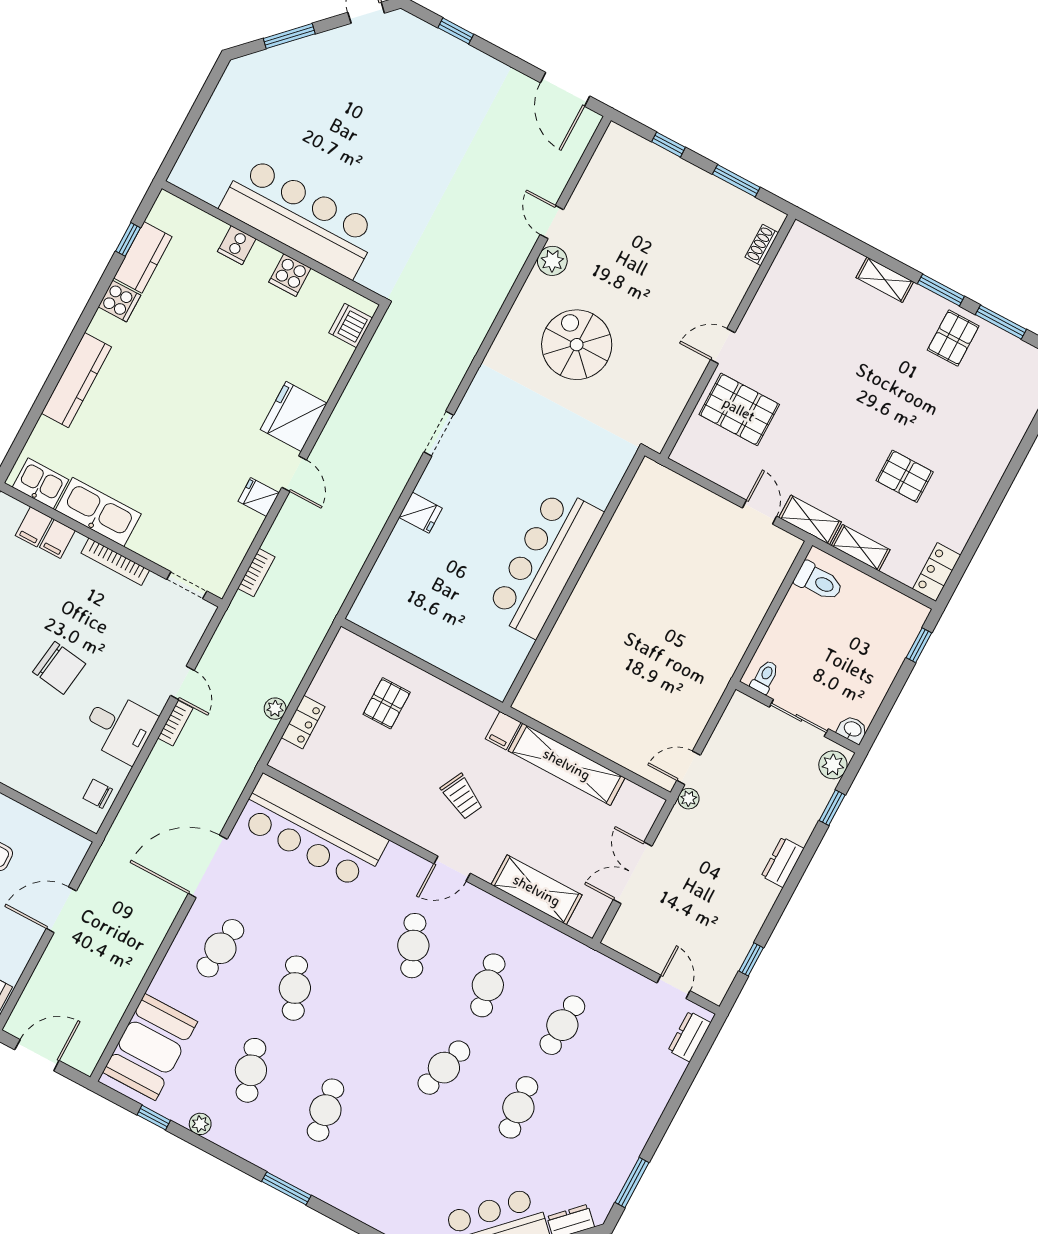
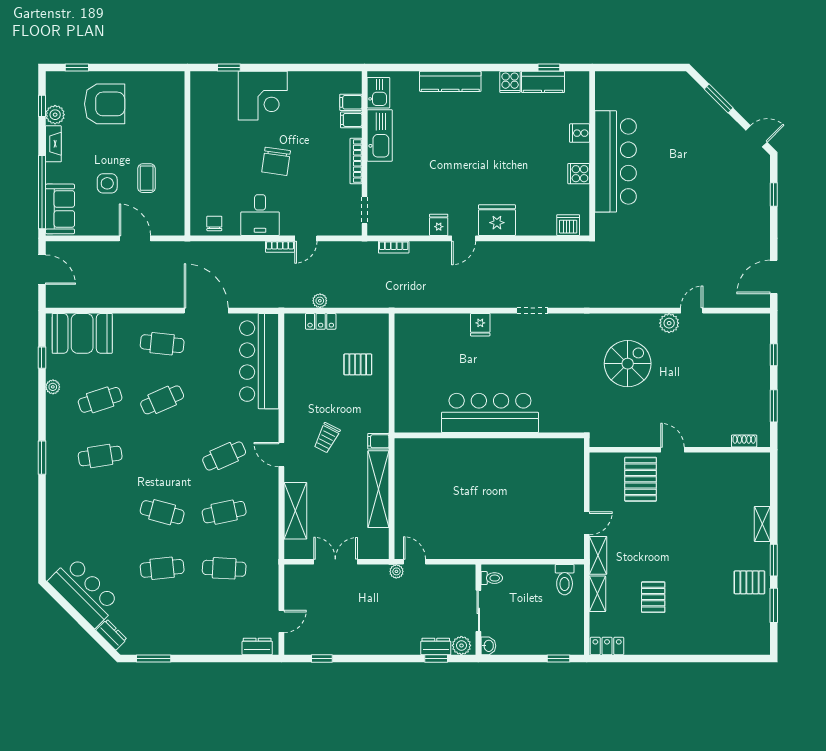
dresser: (783, 862) -> (436, 646), moved

